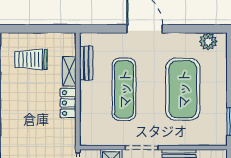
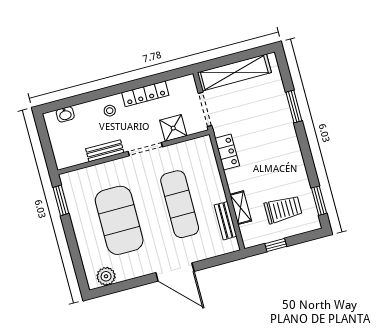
window: (46, 29) -> (276, 245), added
locker: (68, 103) -> (227, 152), moved

